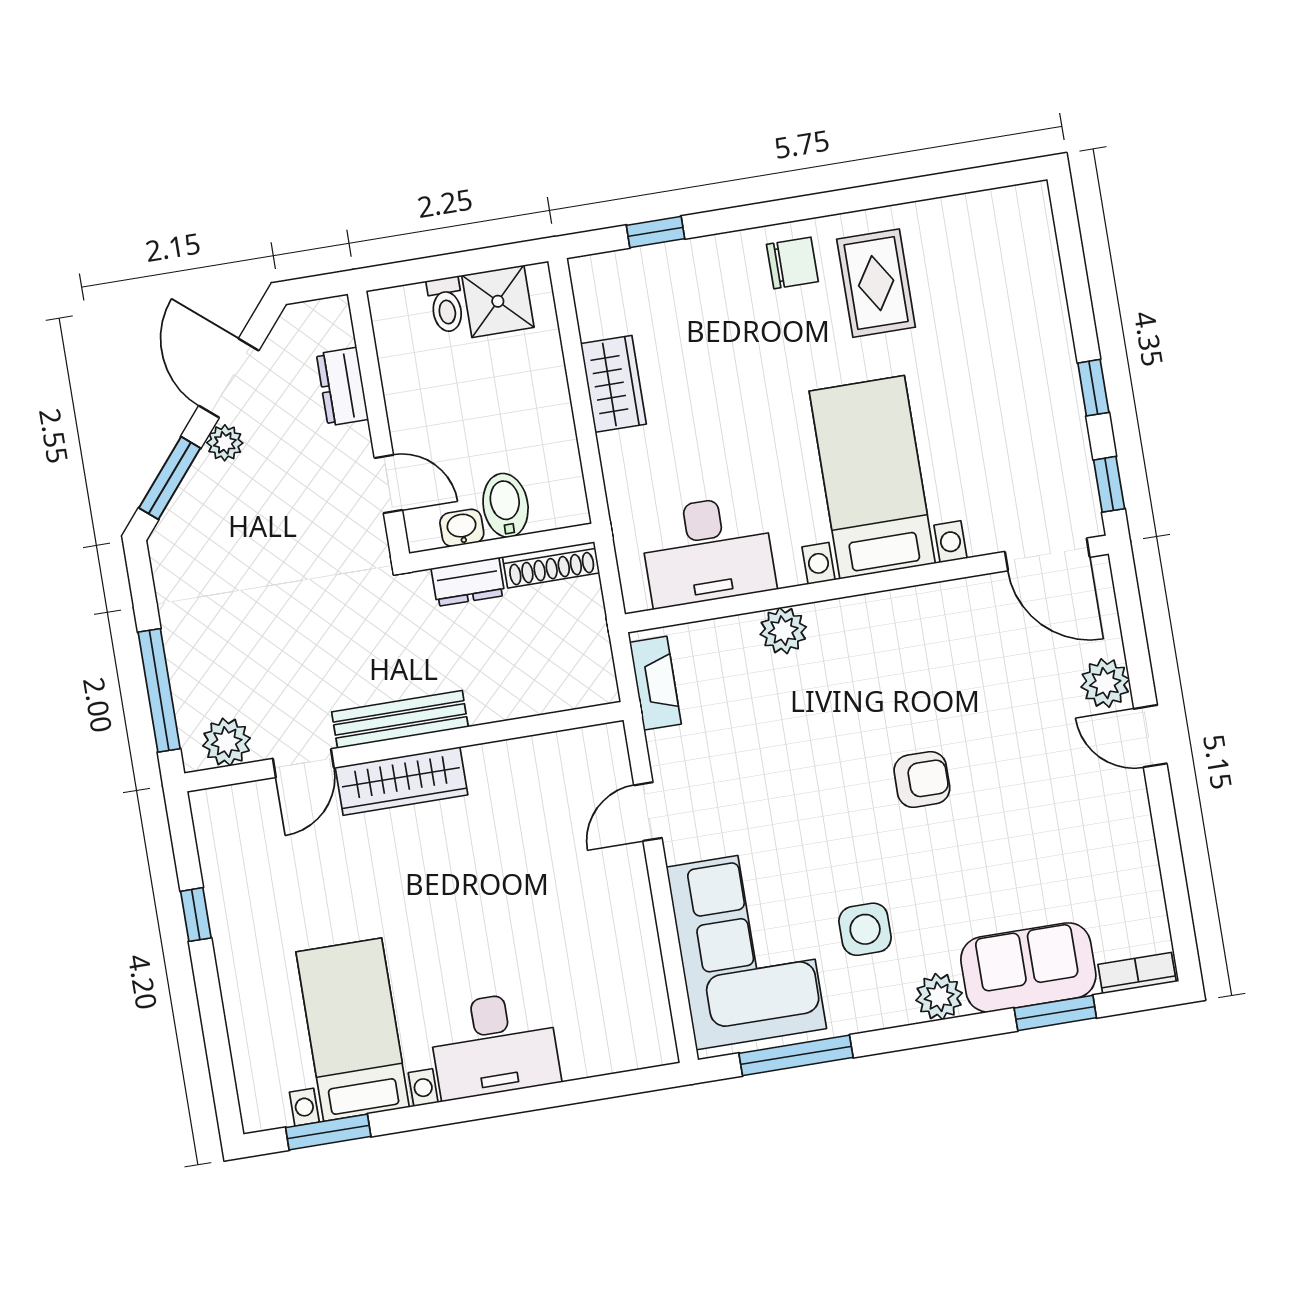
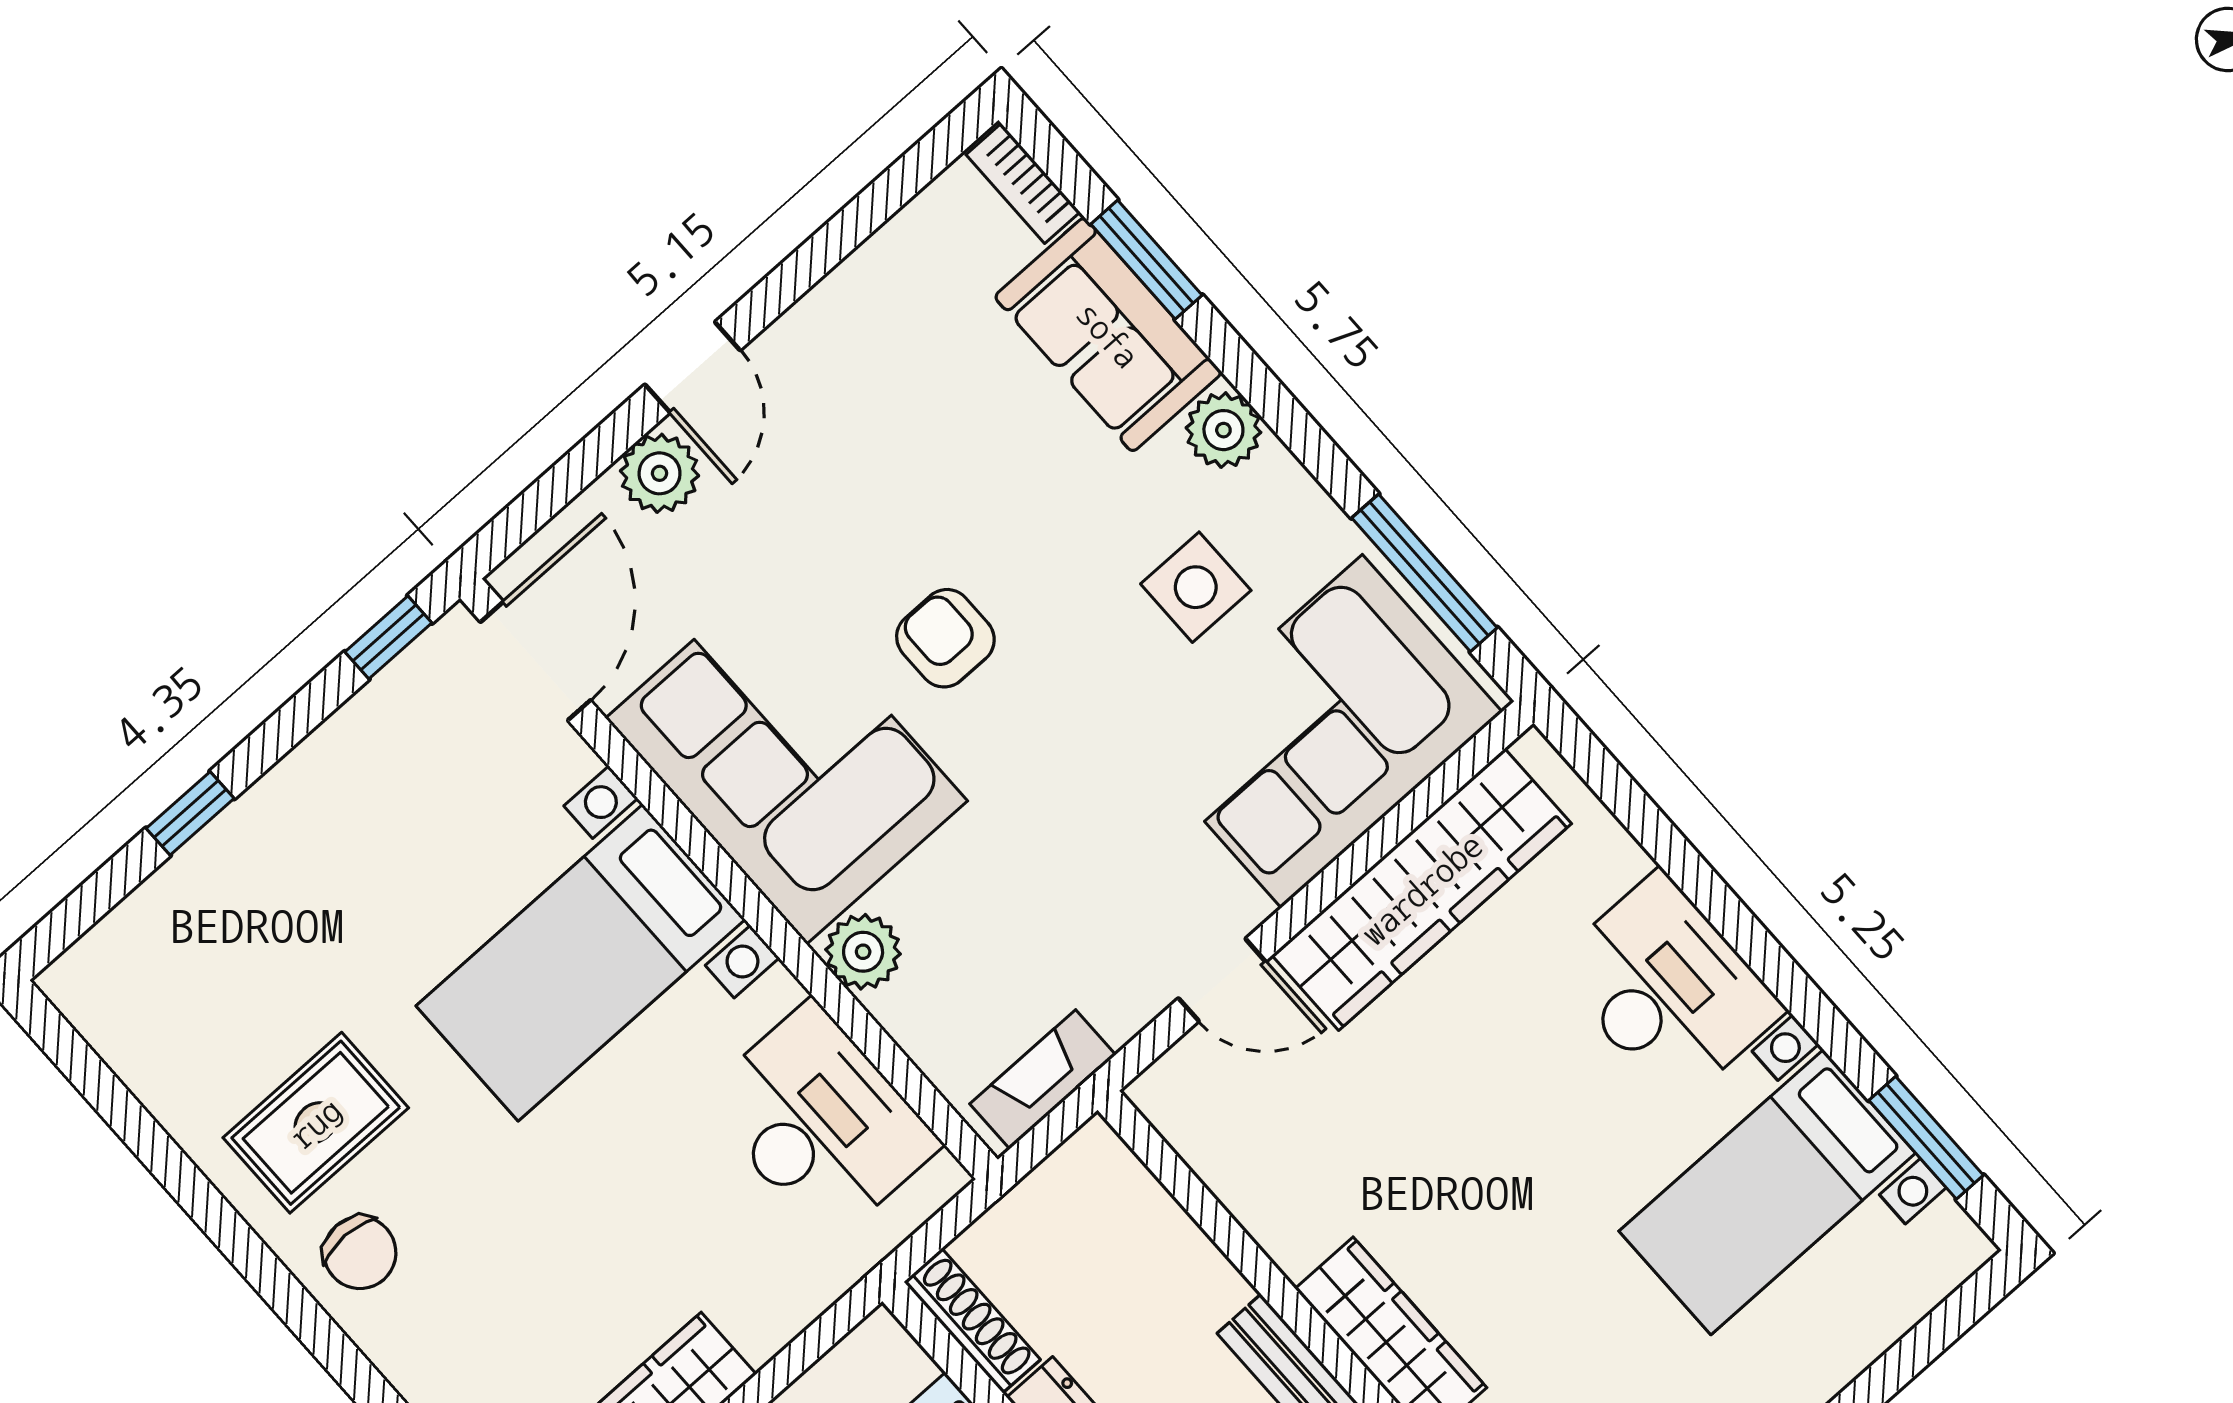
chair: (792, 263) -> (360, 1253), turned 180
window: (1093, 388) -> (190, 813), moved
corner sofa: (911, 655) -> (787, 760), added
wardrobe: (629, 948) -> (1422, 889), added

